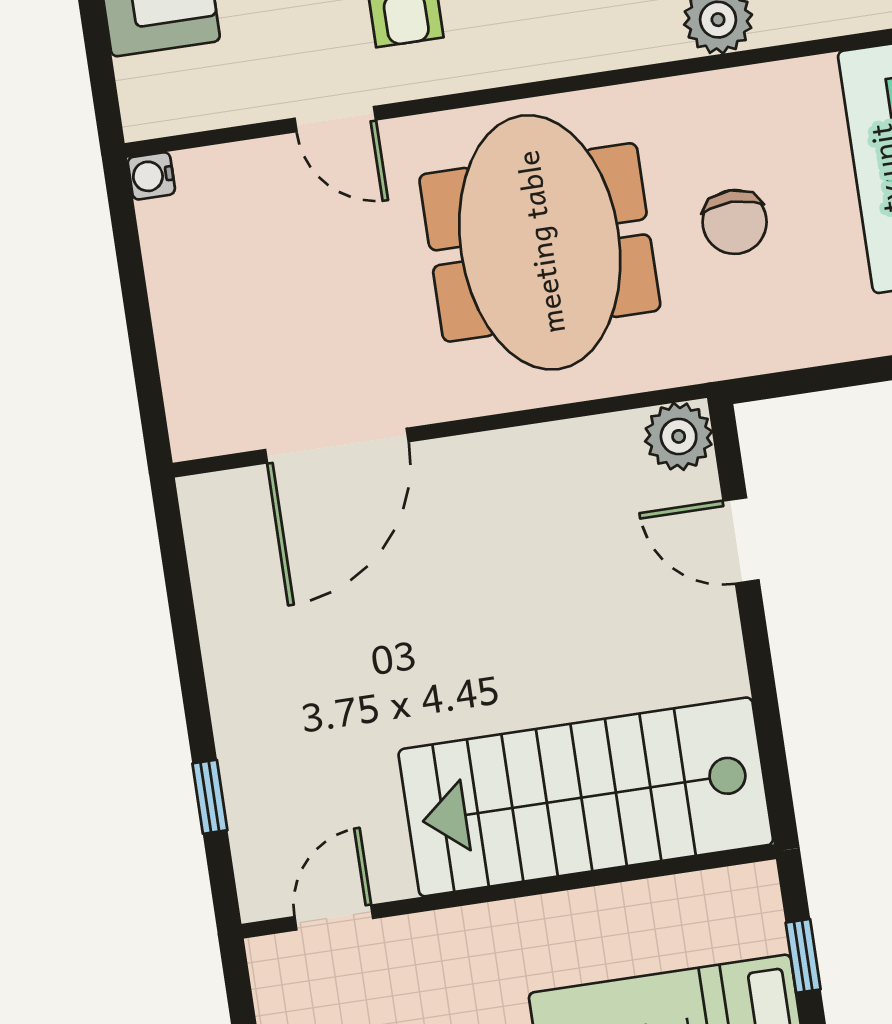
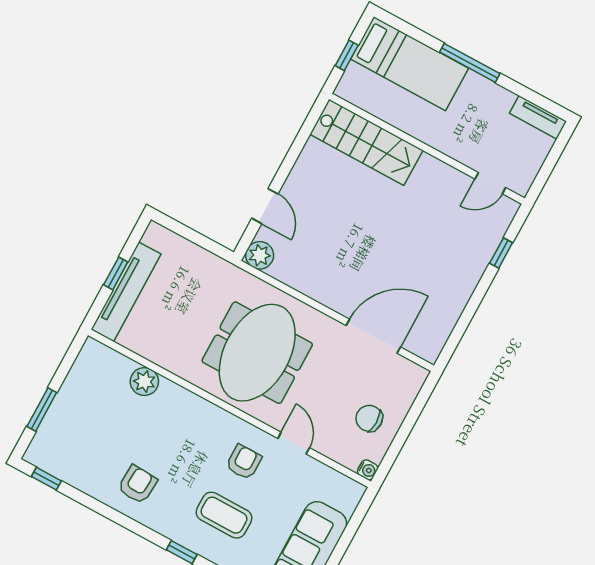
chair: (735, 222) -> (369, 418), moved, turned -90
stairs: (586, 797) -> (366, 142), width x0.73, depth x0.66

